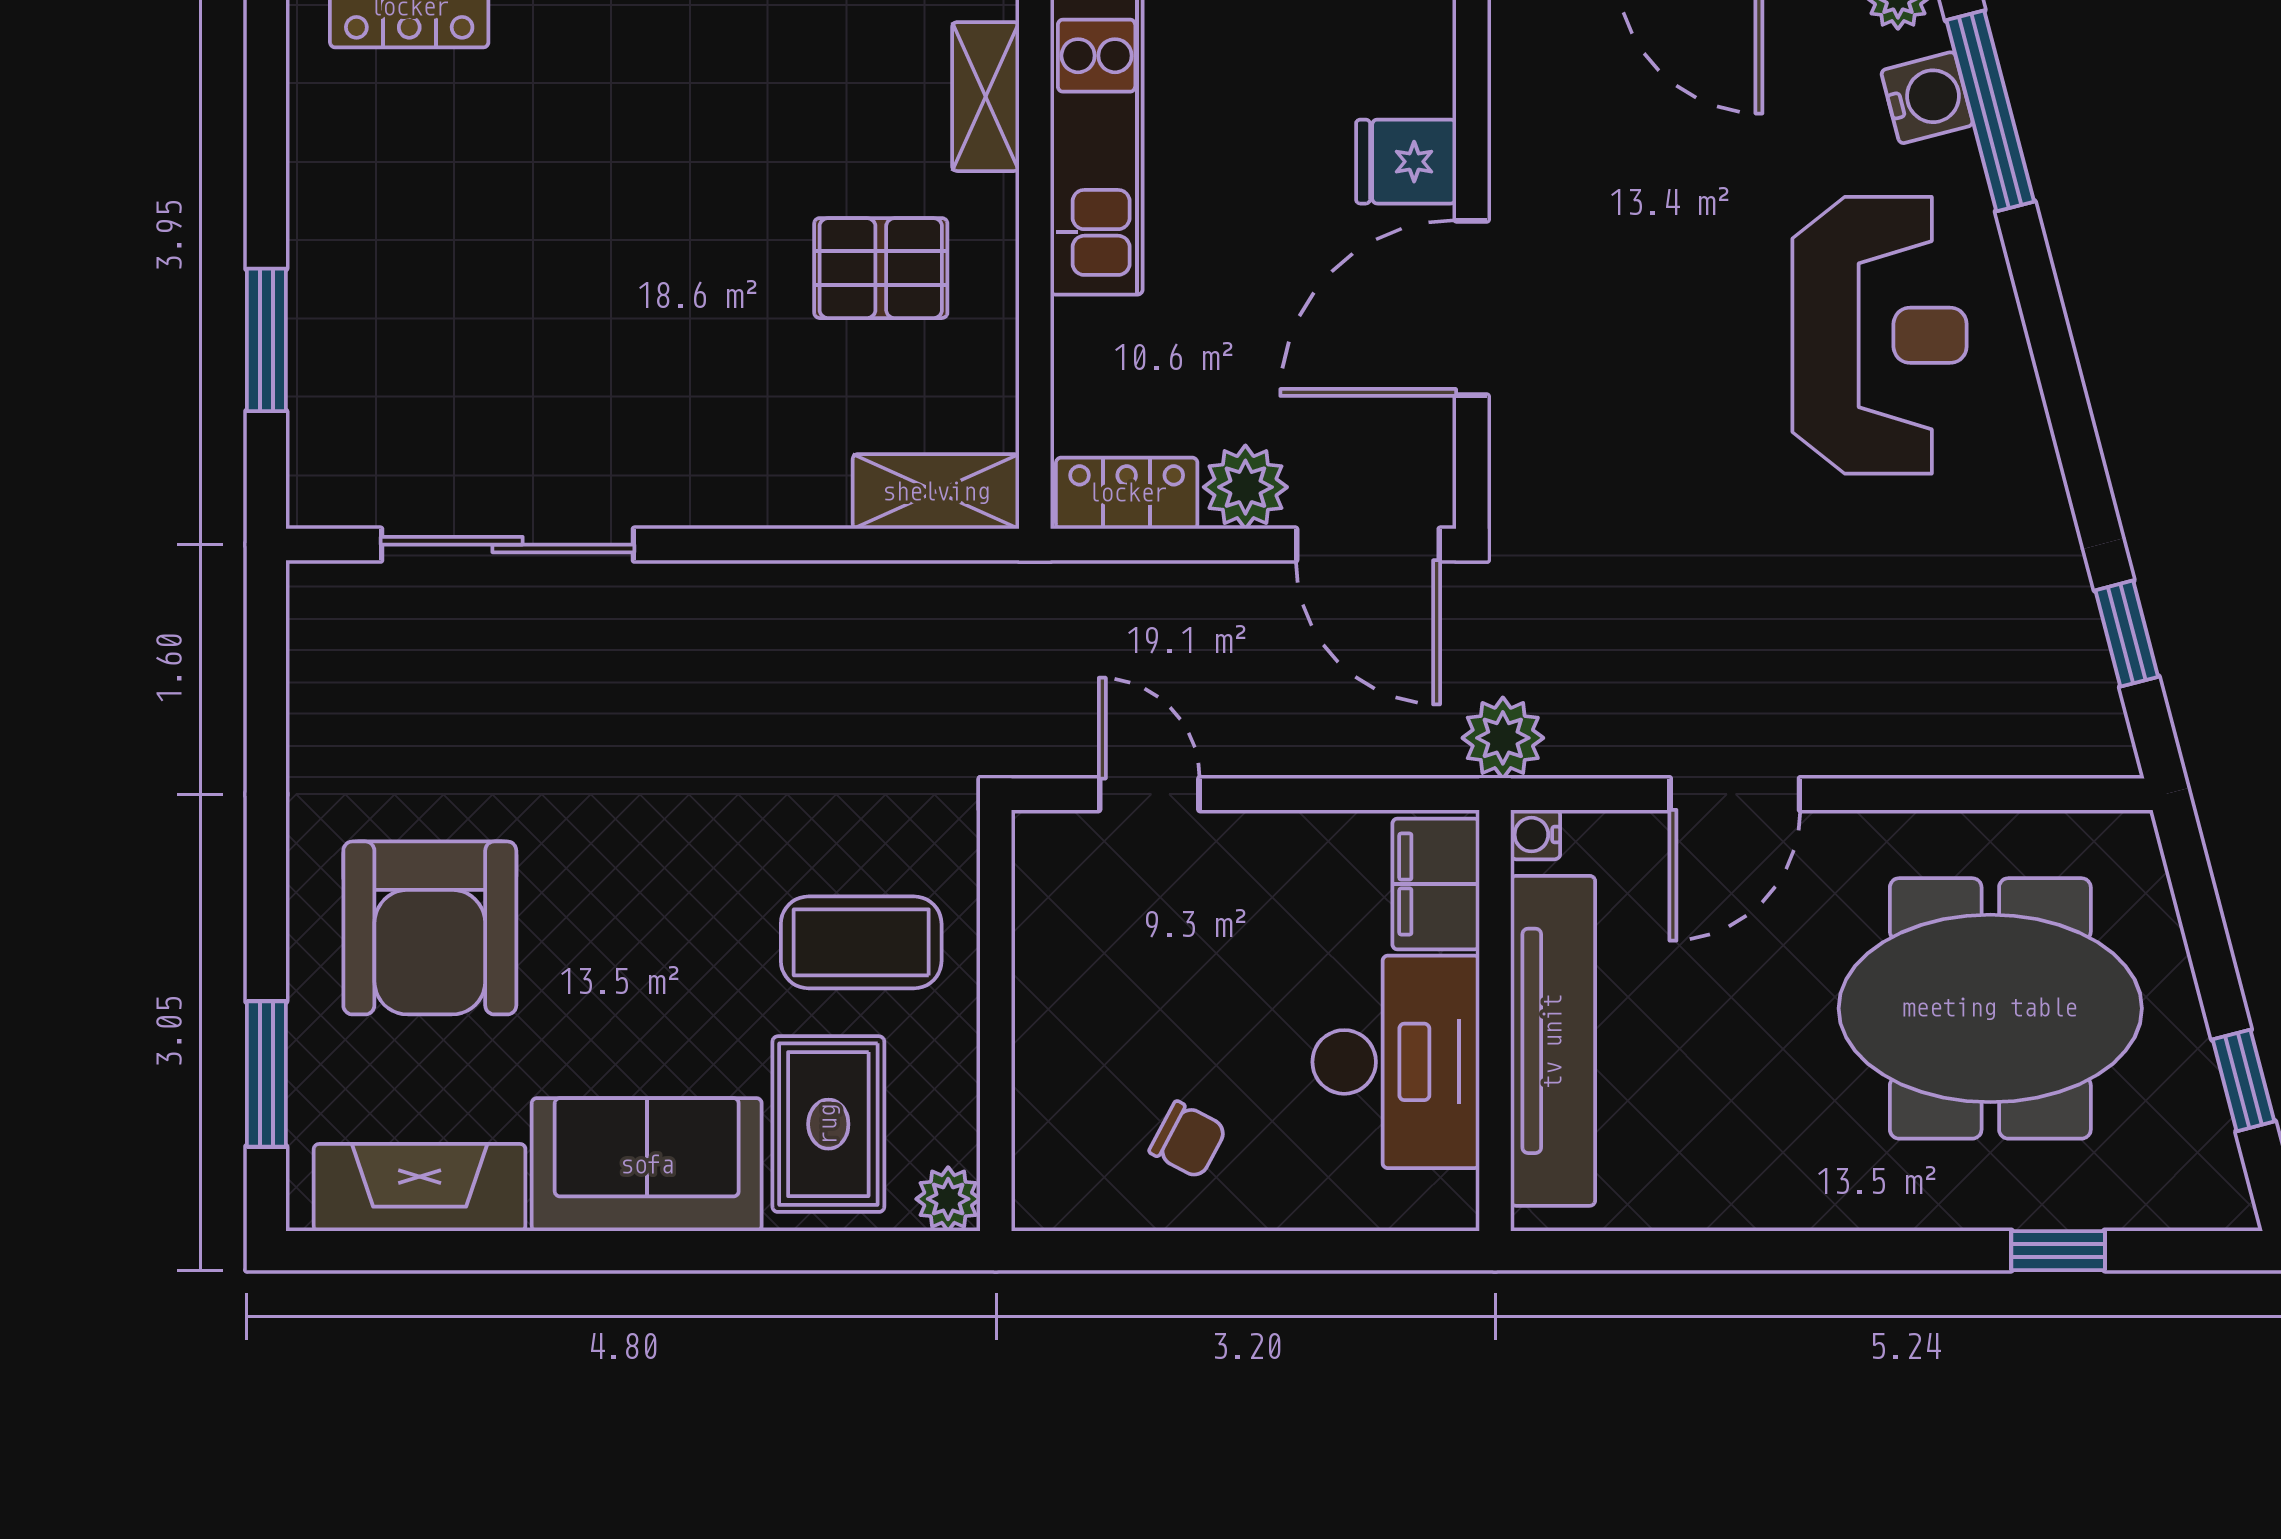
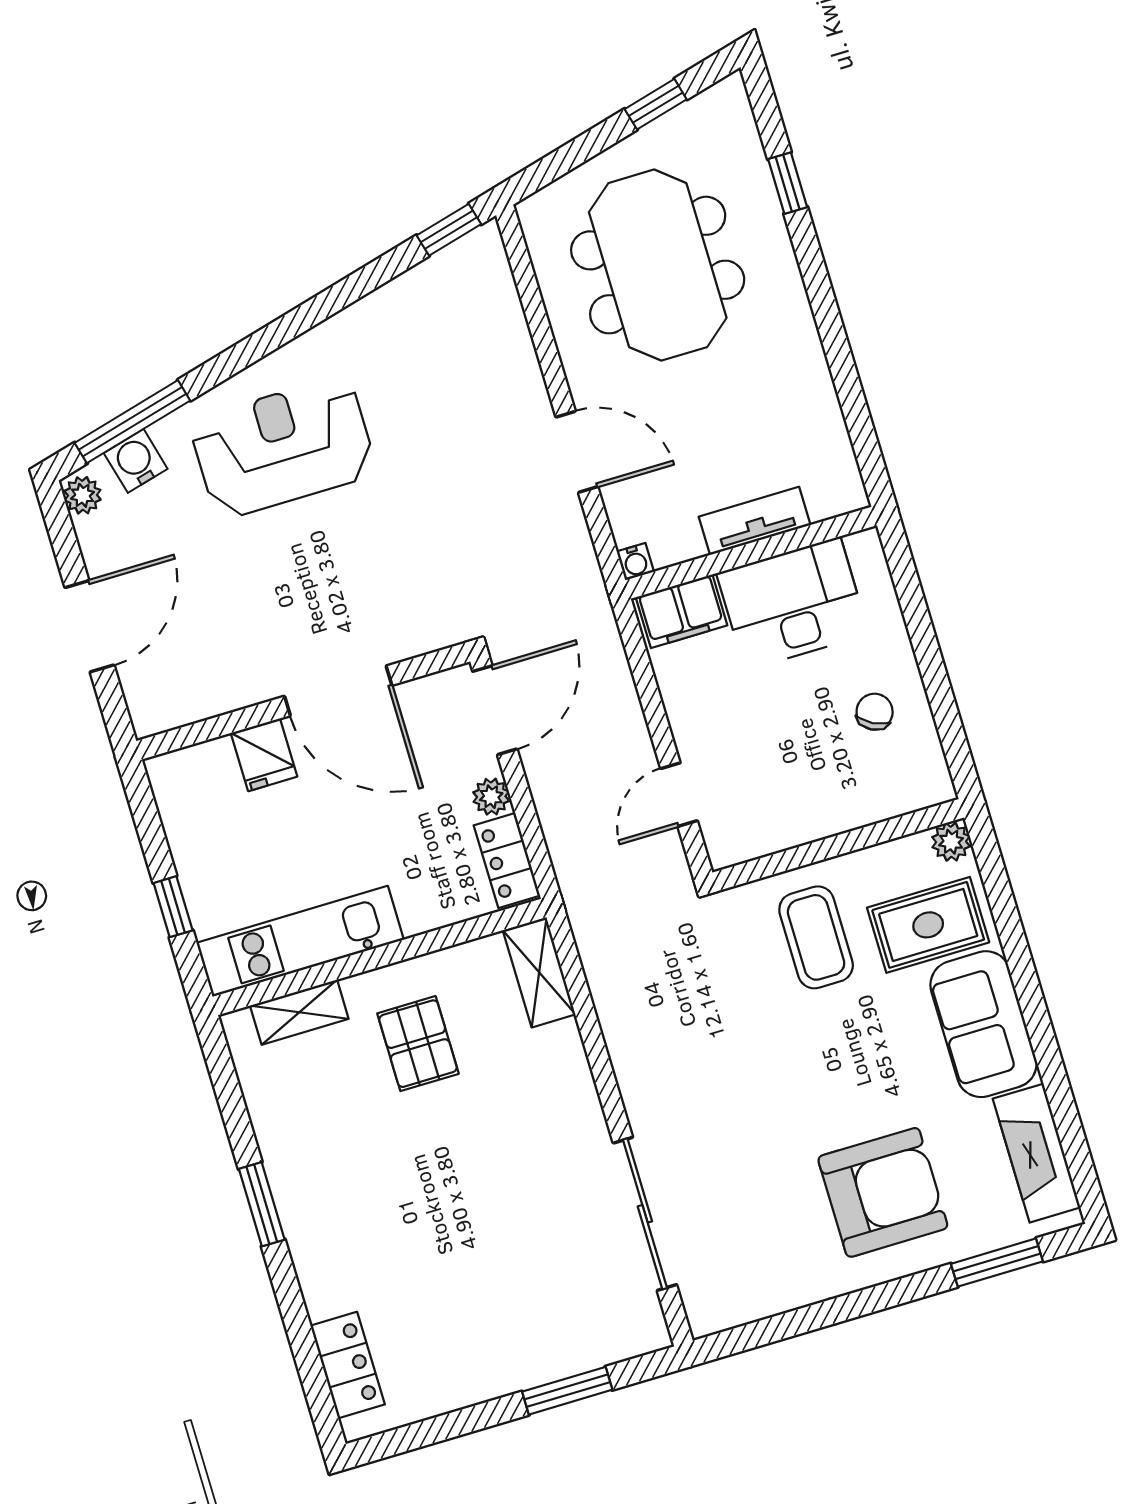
plant: (1245, 487) -> (491, 797), width x0.73, depth x0.73
window: (2127, 634) -> (449, 230), moved
plant: (1503, 738) -> (584, 598), removed
tv unit: (1553, 1041) -> (755, 521), width x0.52, depth x0.78

